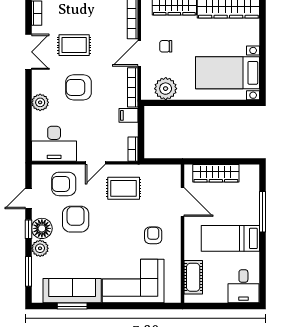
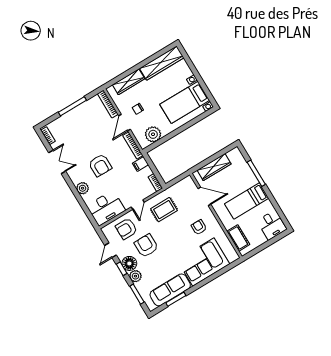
rug: (74, 45) -> (82, 141), removed
armchair: (78, 87) -> (100, 165), turned -90

